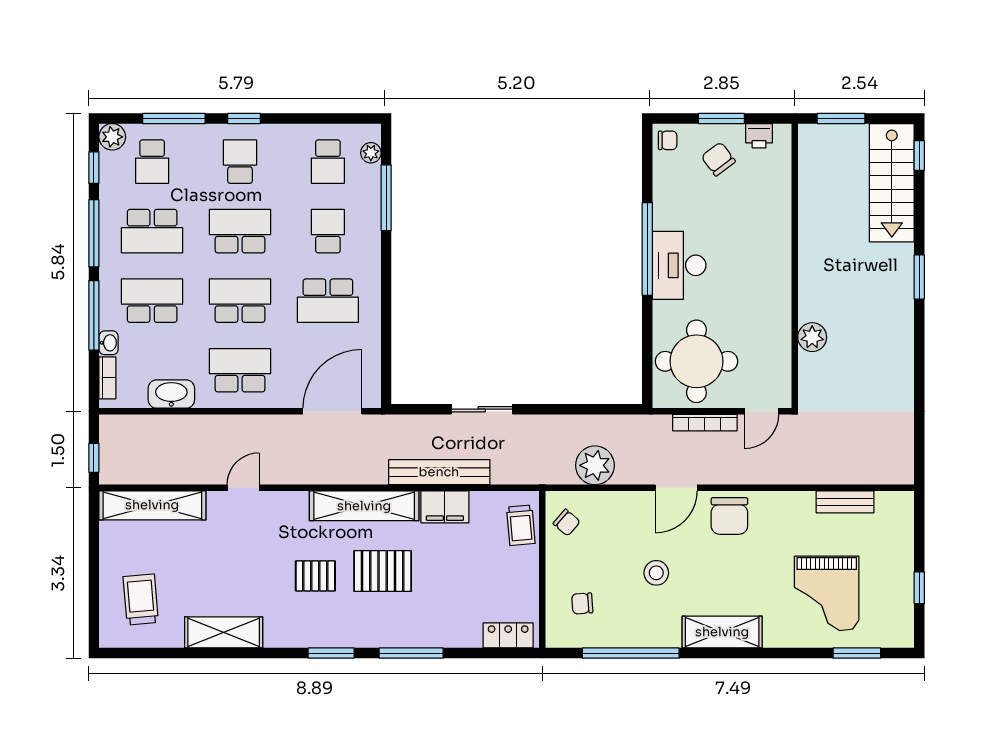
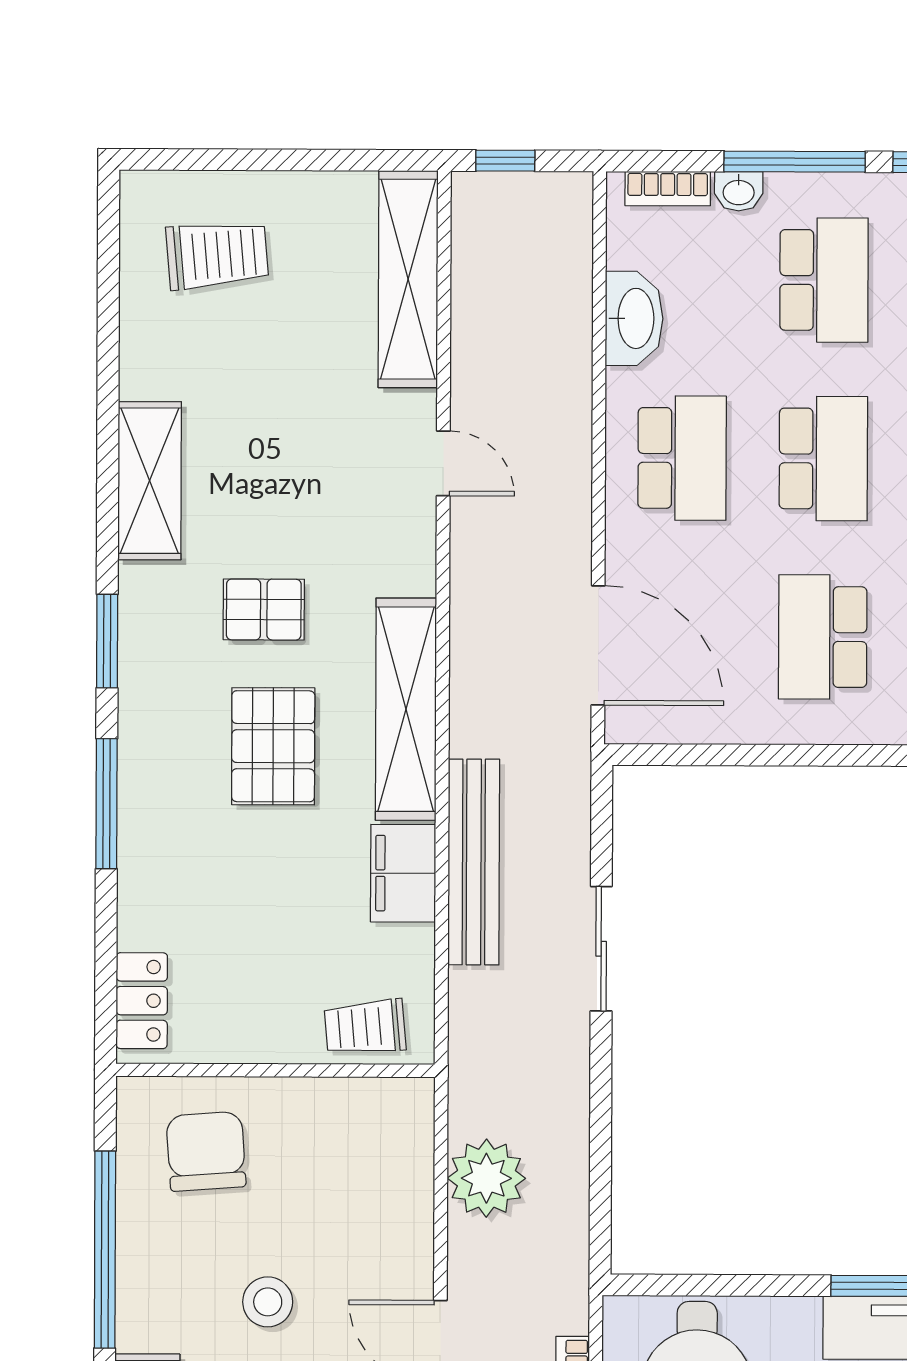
chair: (567, 523) -> (370, 1120), removed
pallet: (315, 576) -> (264, 610), turned 90
chair: (582, 603) -> (206, 1151), width x1.87, depth x1.87
shelving: (224, 632) -> (150, 481), moved

